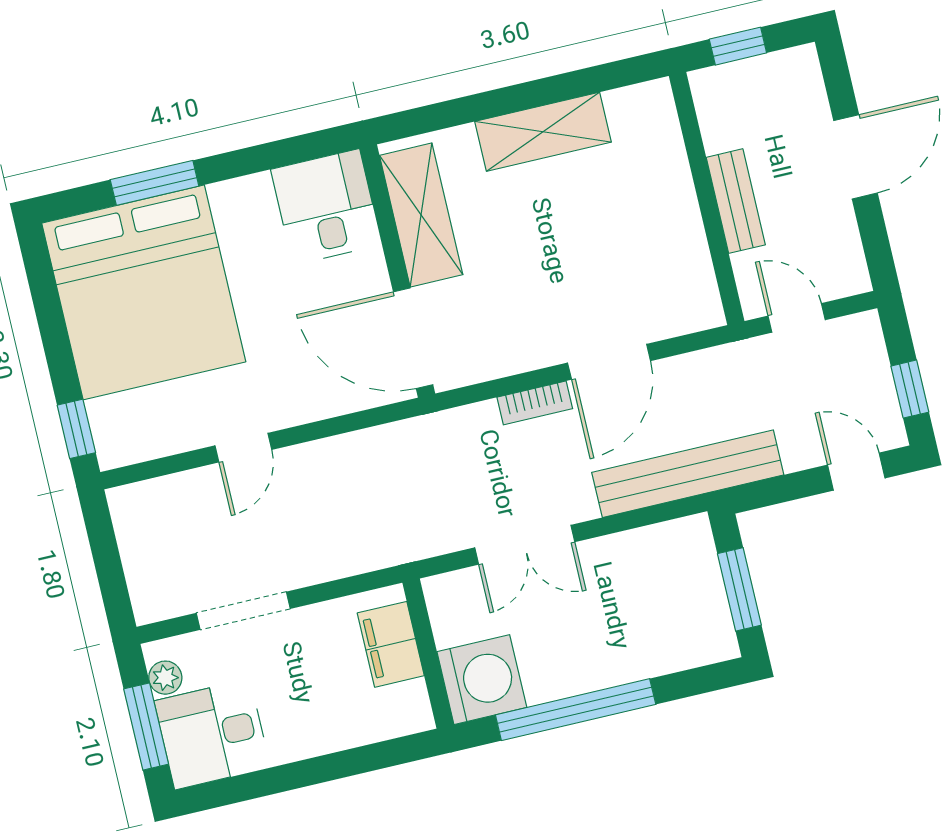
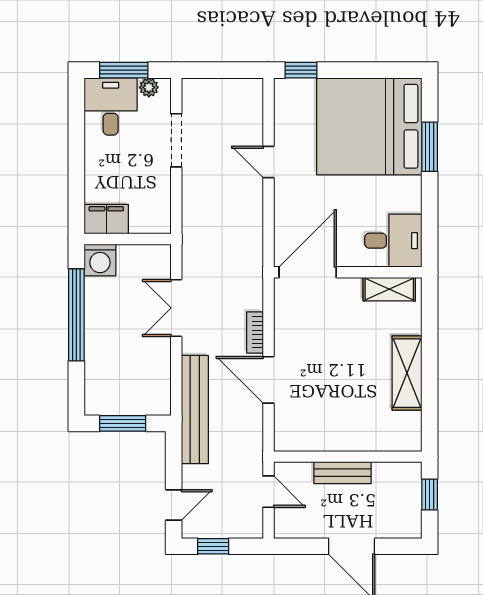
shelving: (421, 215) -> (389, 289), width x0.67, depth x0.75
door: (797, 318) -> (268, 492), hinge flipped
filing cabinet: (391, 644) -> (106, 219), moved
washing machine: (482, 680) -> (100, 260), width x0.73, depth x0.73

